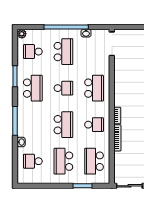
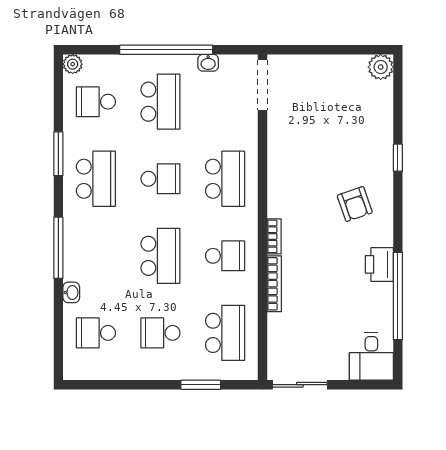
school desk: (63, 161) -> (160, 333), width x0.54
school desk: (94, 161) -> (225, 333), turned 180

